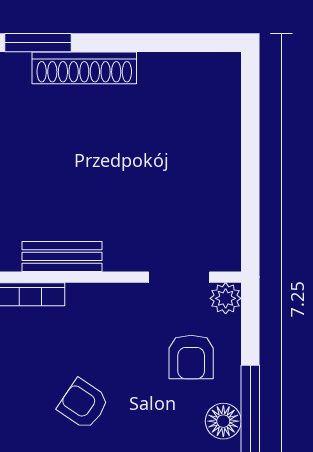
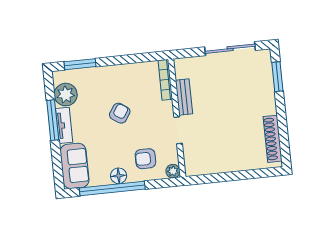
shoe rack: (84, 68) -> (273, 139), moved
doorway: (179, 277) -> (178, 130), moved

